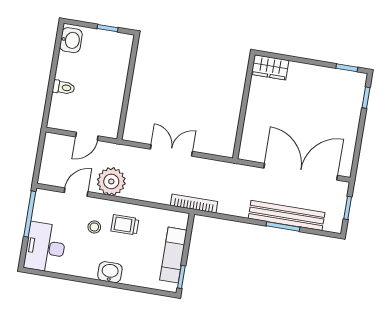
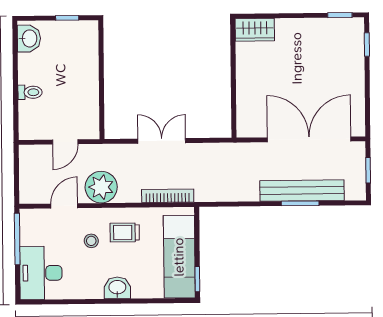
bookcase: (194, 204) -> (168, 196), moved
exam couch: (173, 255) -> (179, 257), width x1.36, depth x1.45

